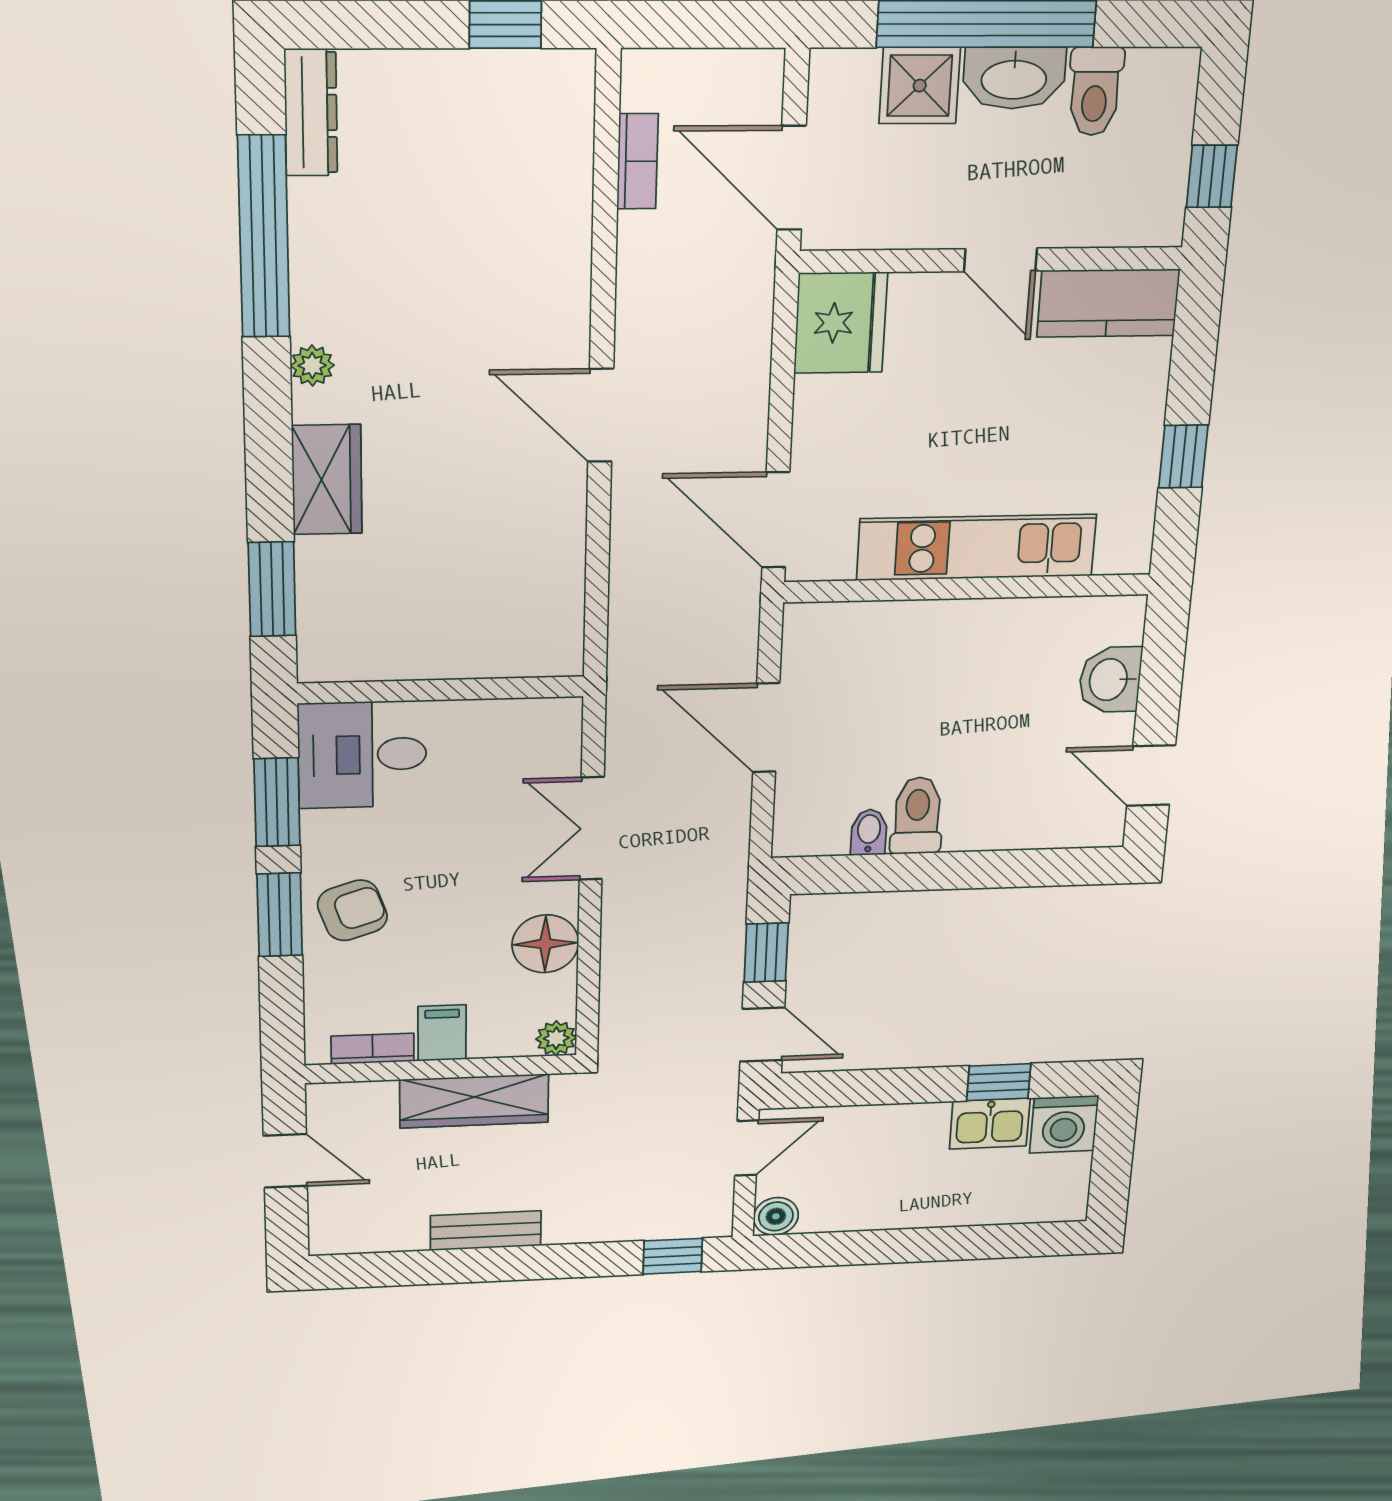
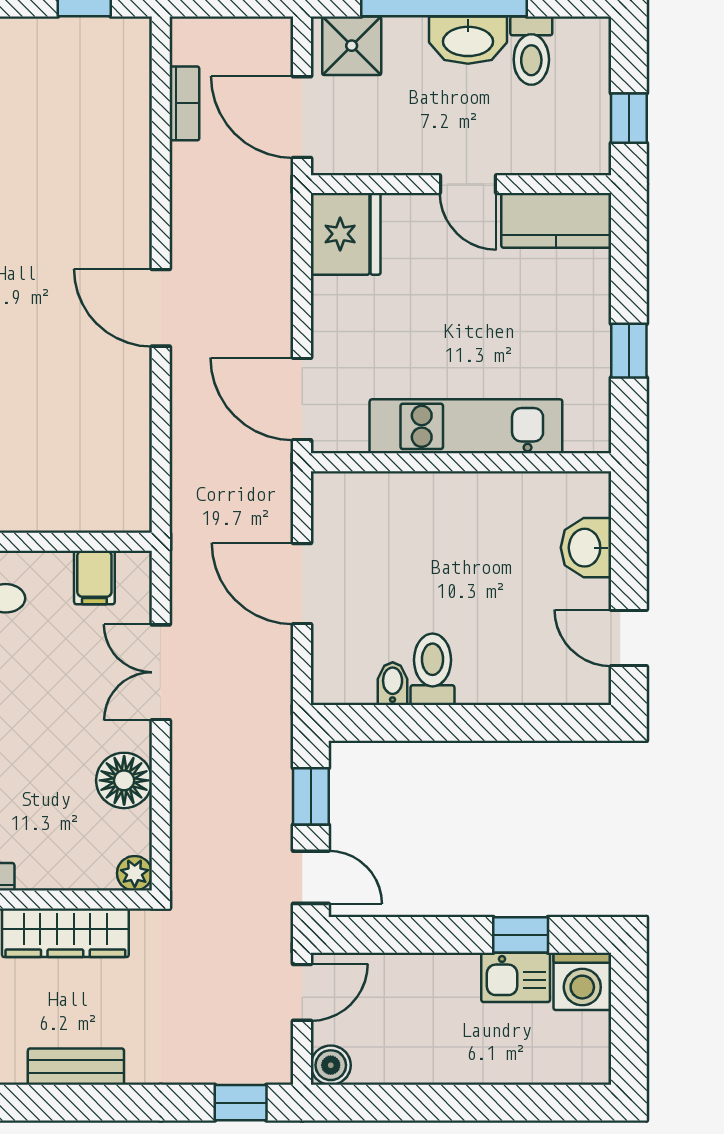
shower: (920, 86) -> (352, 46), moved
filing cabinet: (442, 1033) -> (94, 578), moved, turned 180

